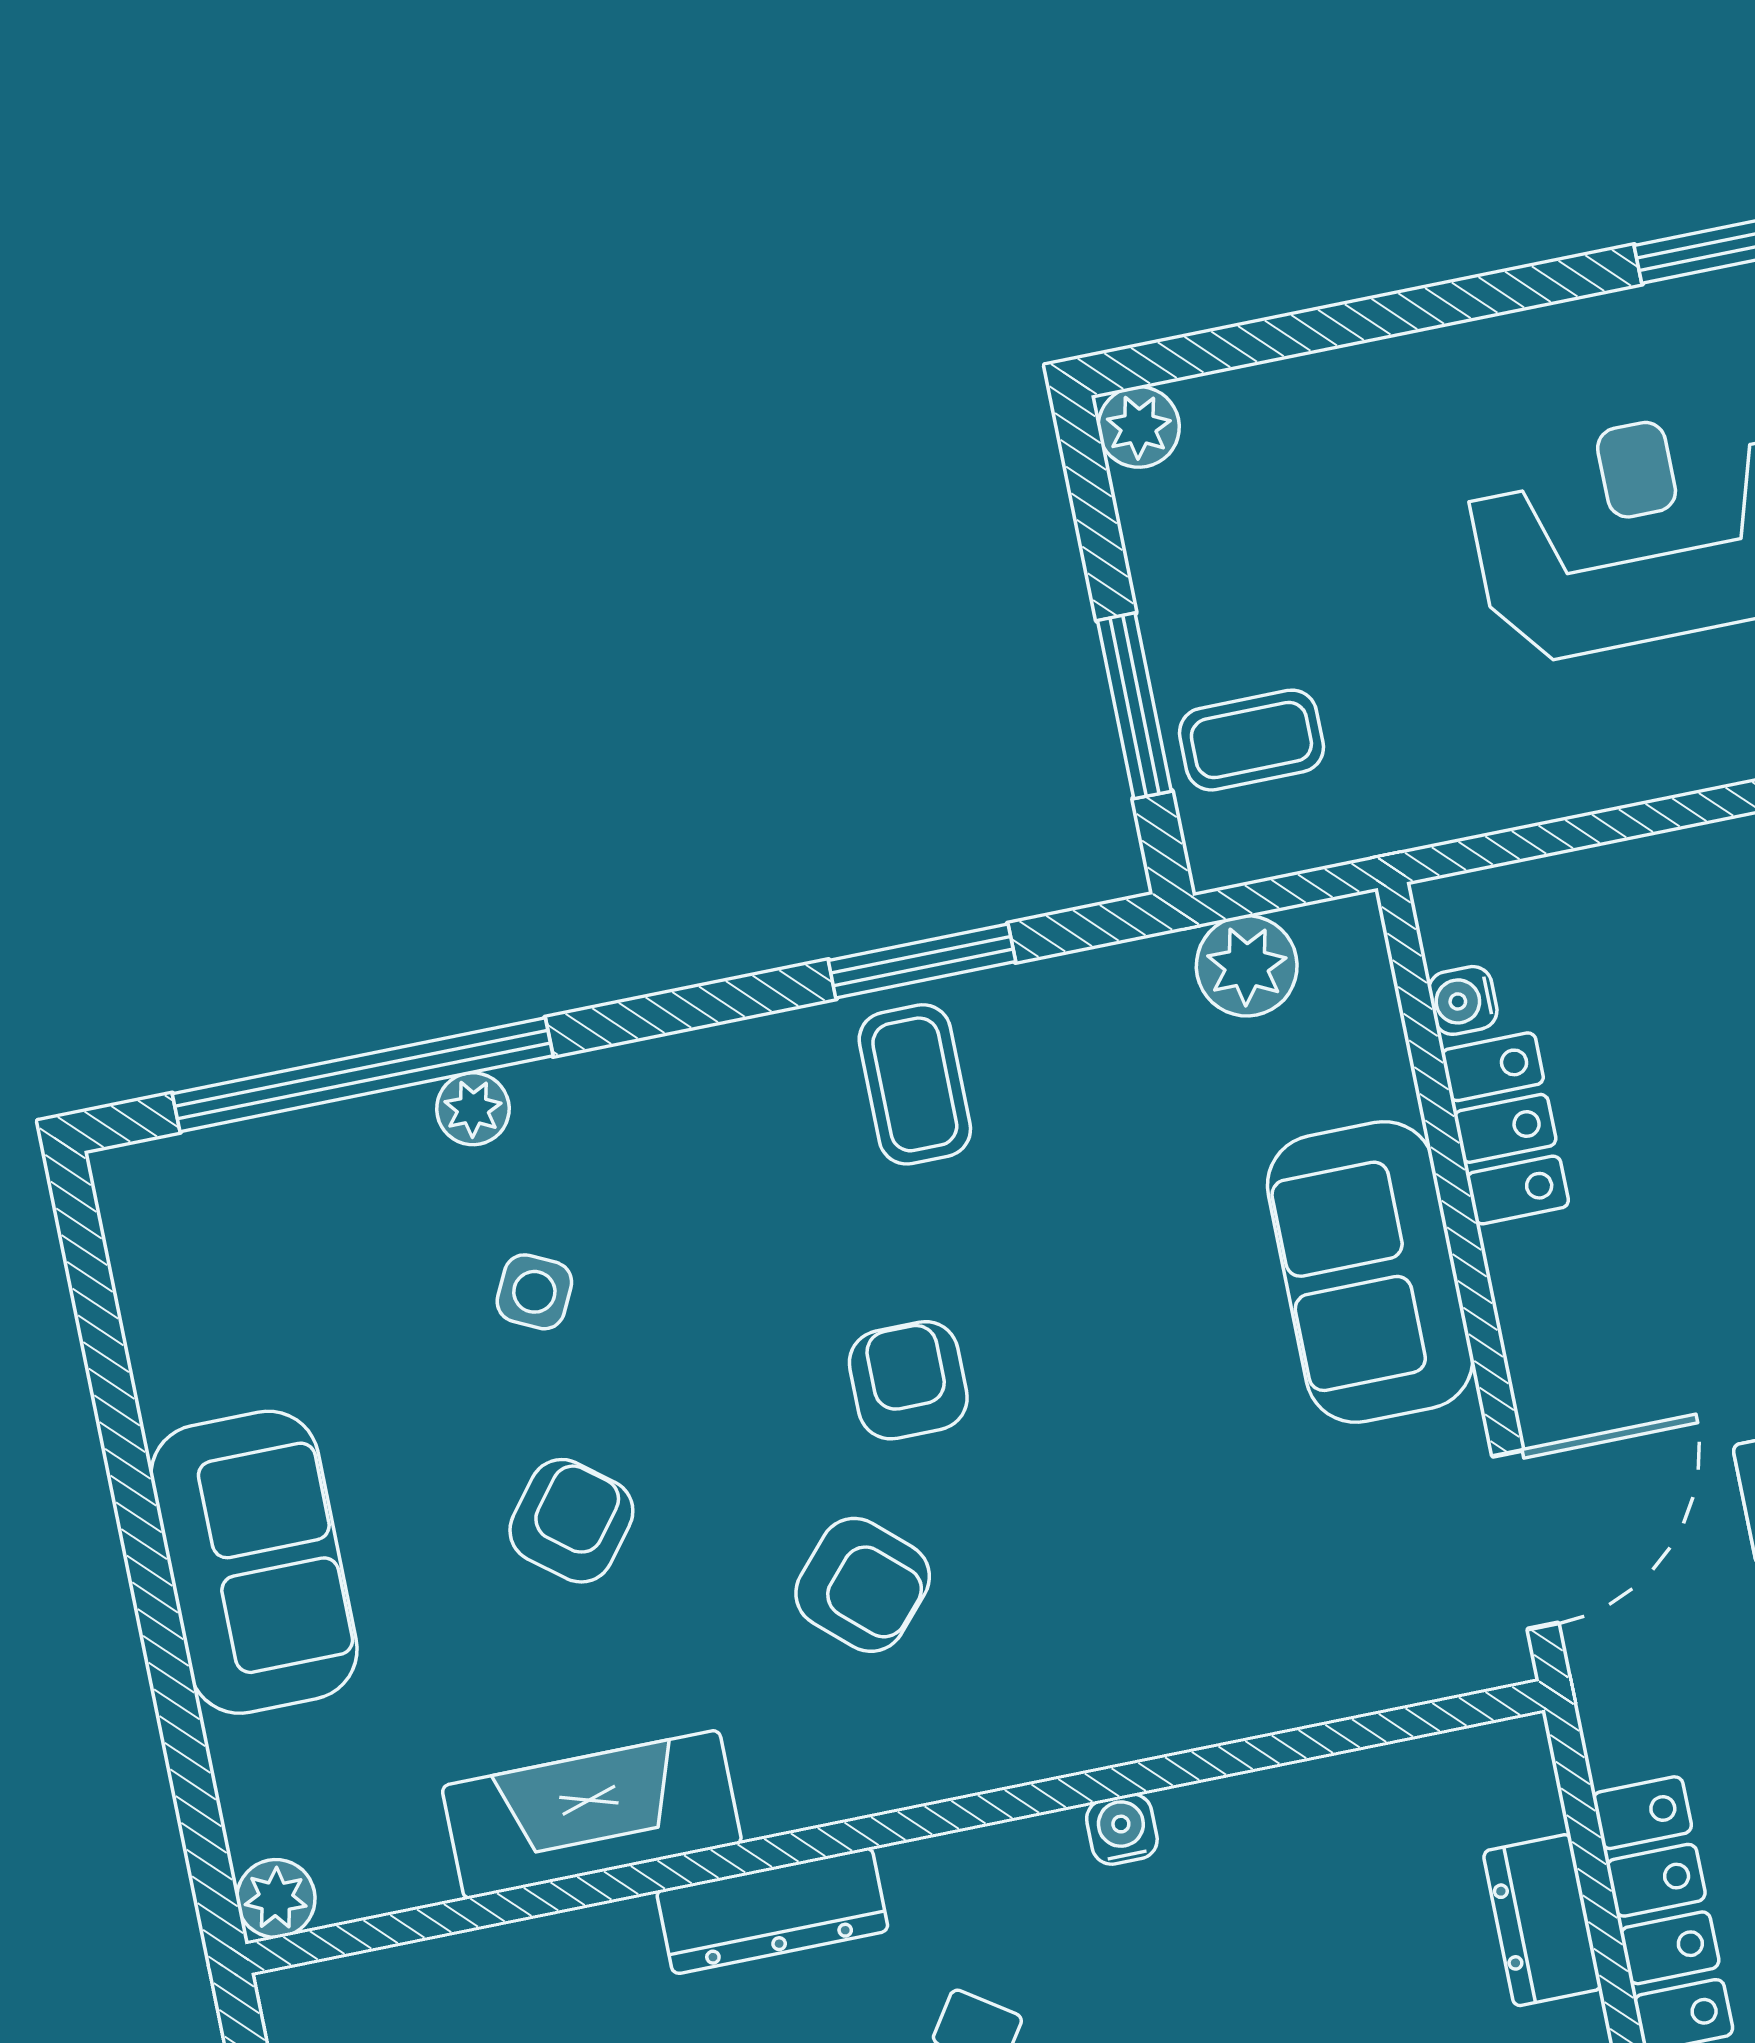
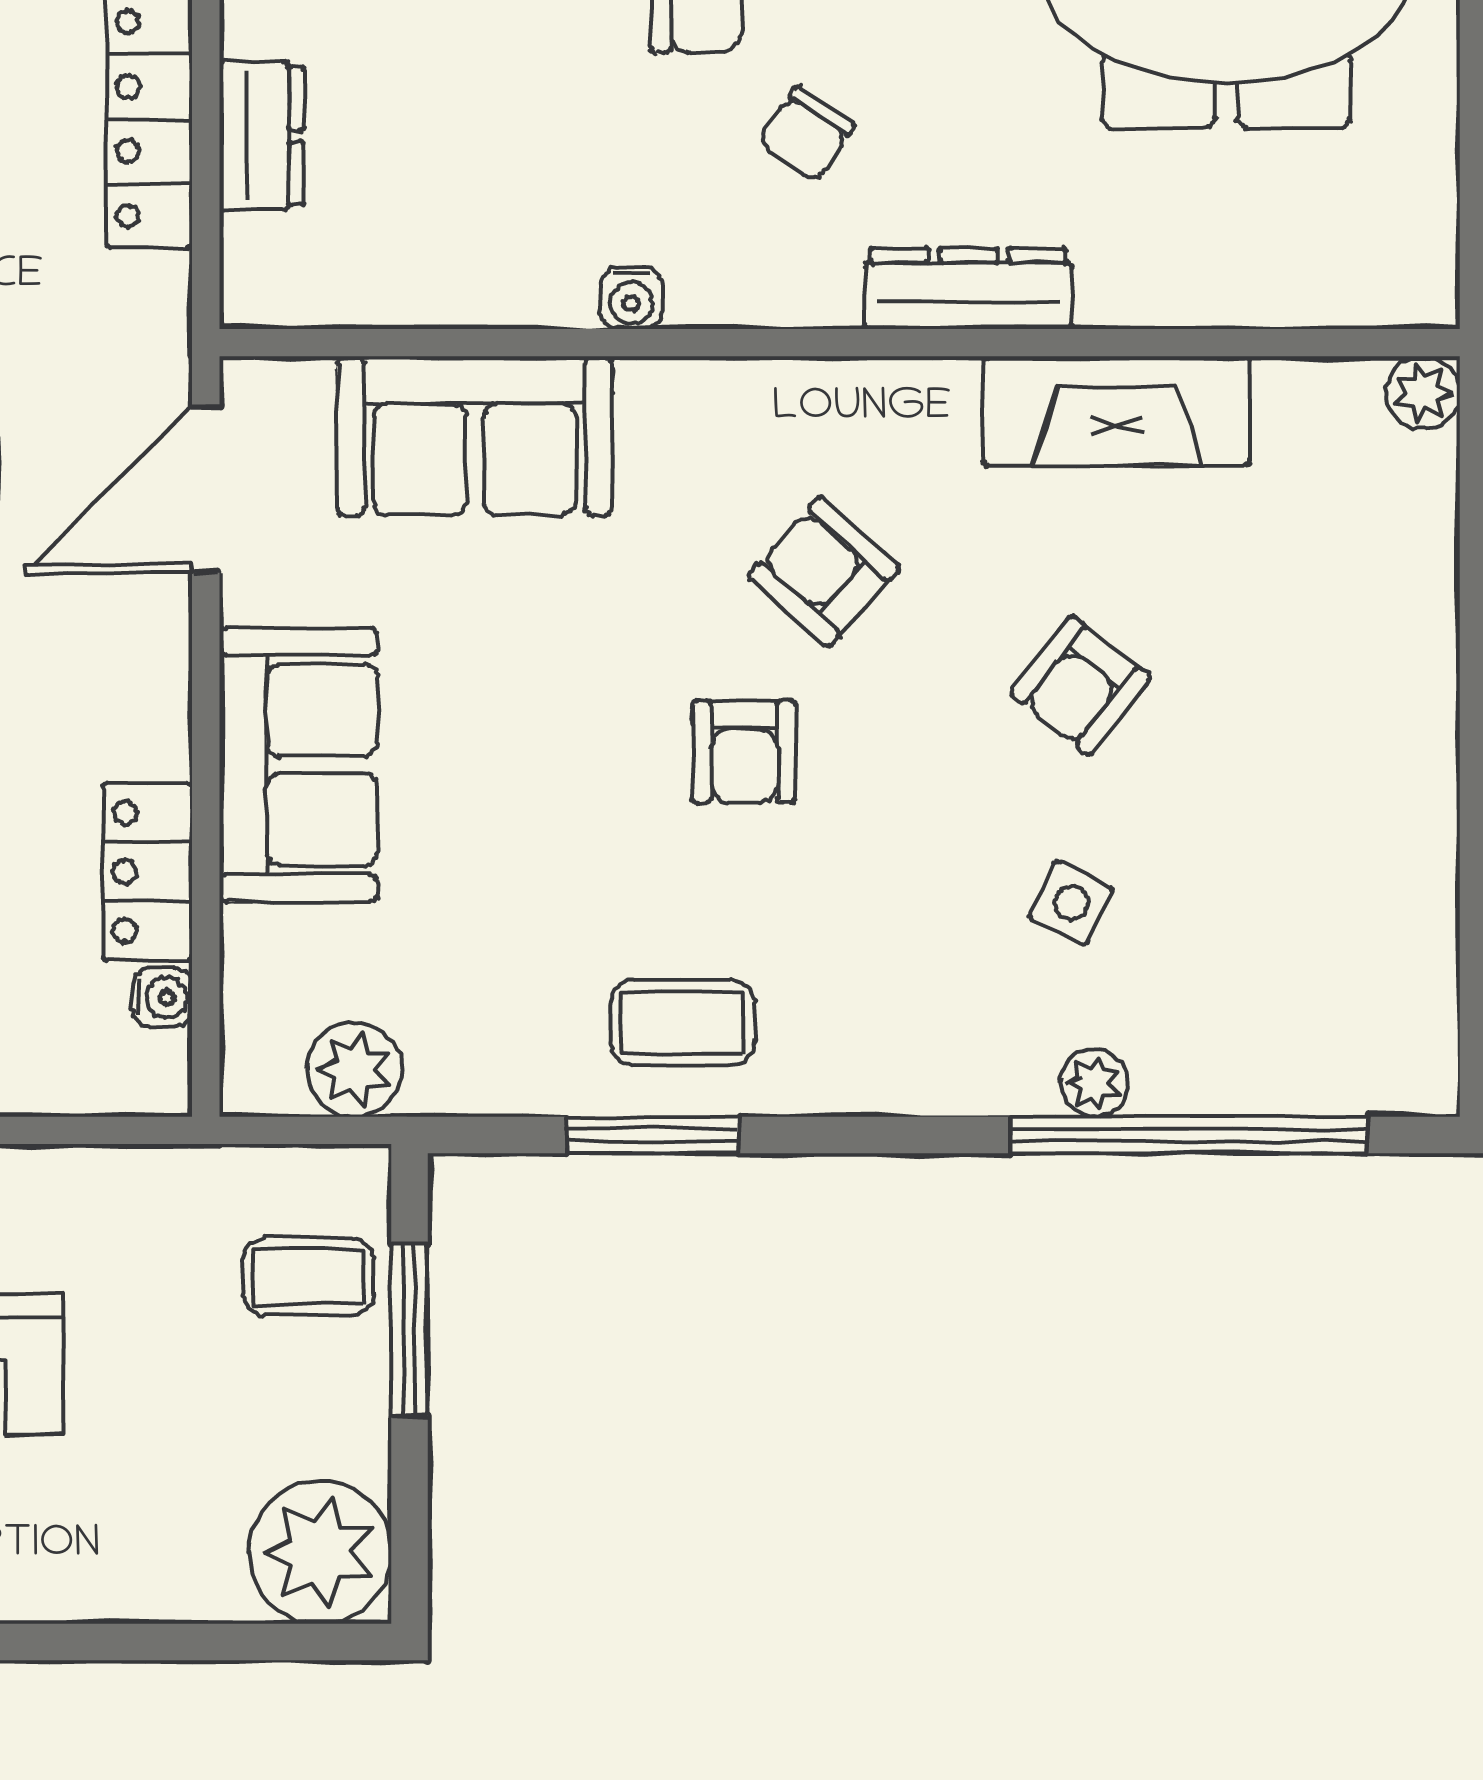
plant: (1139, 427) -> (320, 1553), width x1.88, depth x1.88
coffee table: (915, 1084) -> (682, 1023), turned 90
sofa: (254, 1562) -> (475, 436), moved, turned -90

